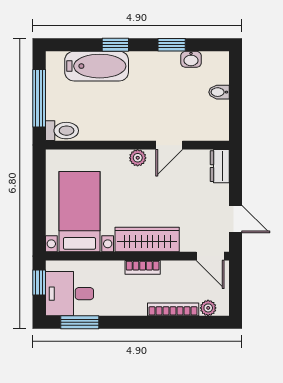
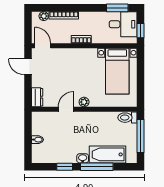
window: (115, 45) -> (97, 167), width x2.17
washbasin: (191, 59) -> (83, 158), moved
wardrobe: (147, 239) -> (79, 55), removed

